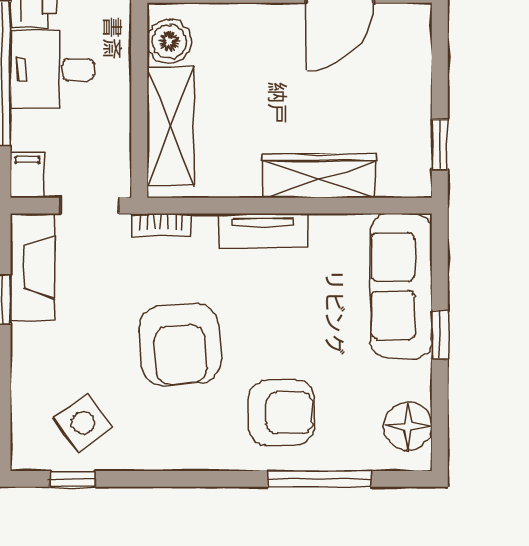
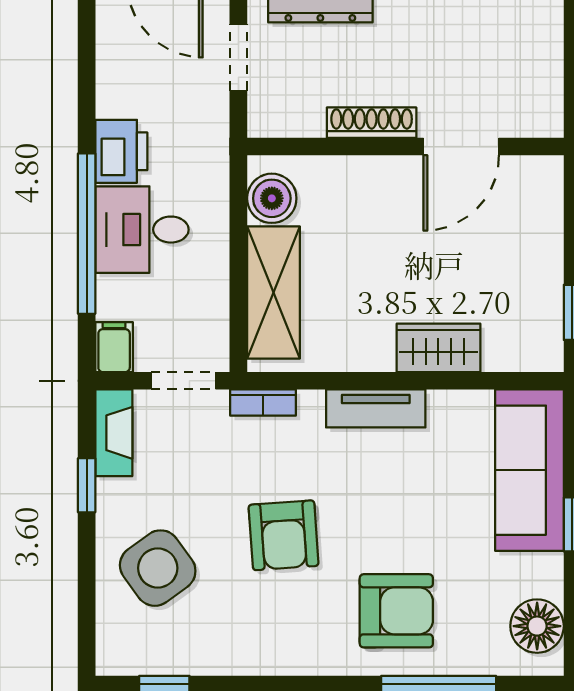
wardrobe: (319, 176) -> (438, 348), width x0.67
fireplace: (32, 267) -> (114, 433), width x0.73, depth x0.76
armchair: (180, 345) -> (284, 535), width x0.73, depth x0.73
side table: (83, 423) -> (158, 568), moved, width x1.37, depth x1.37

